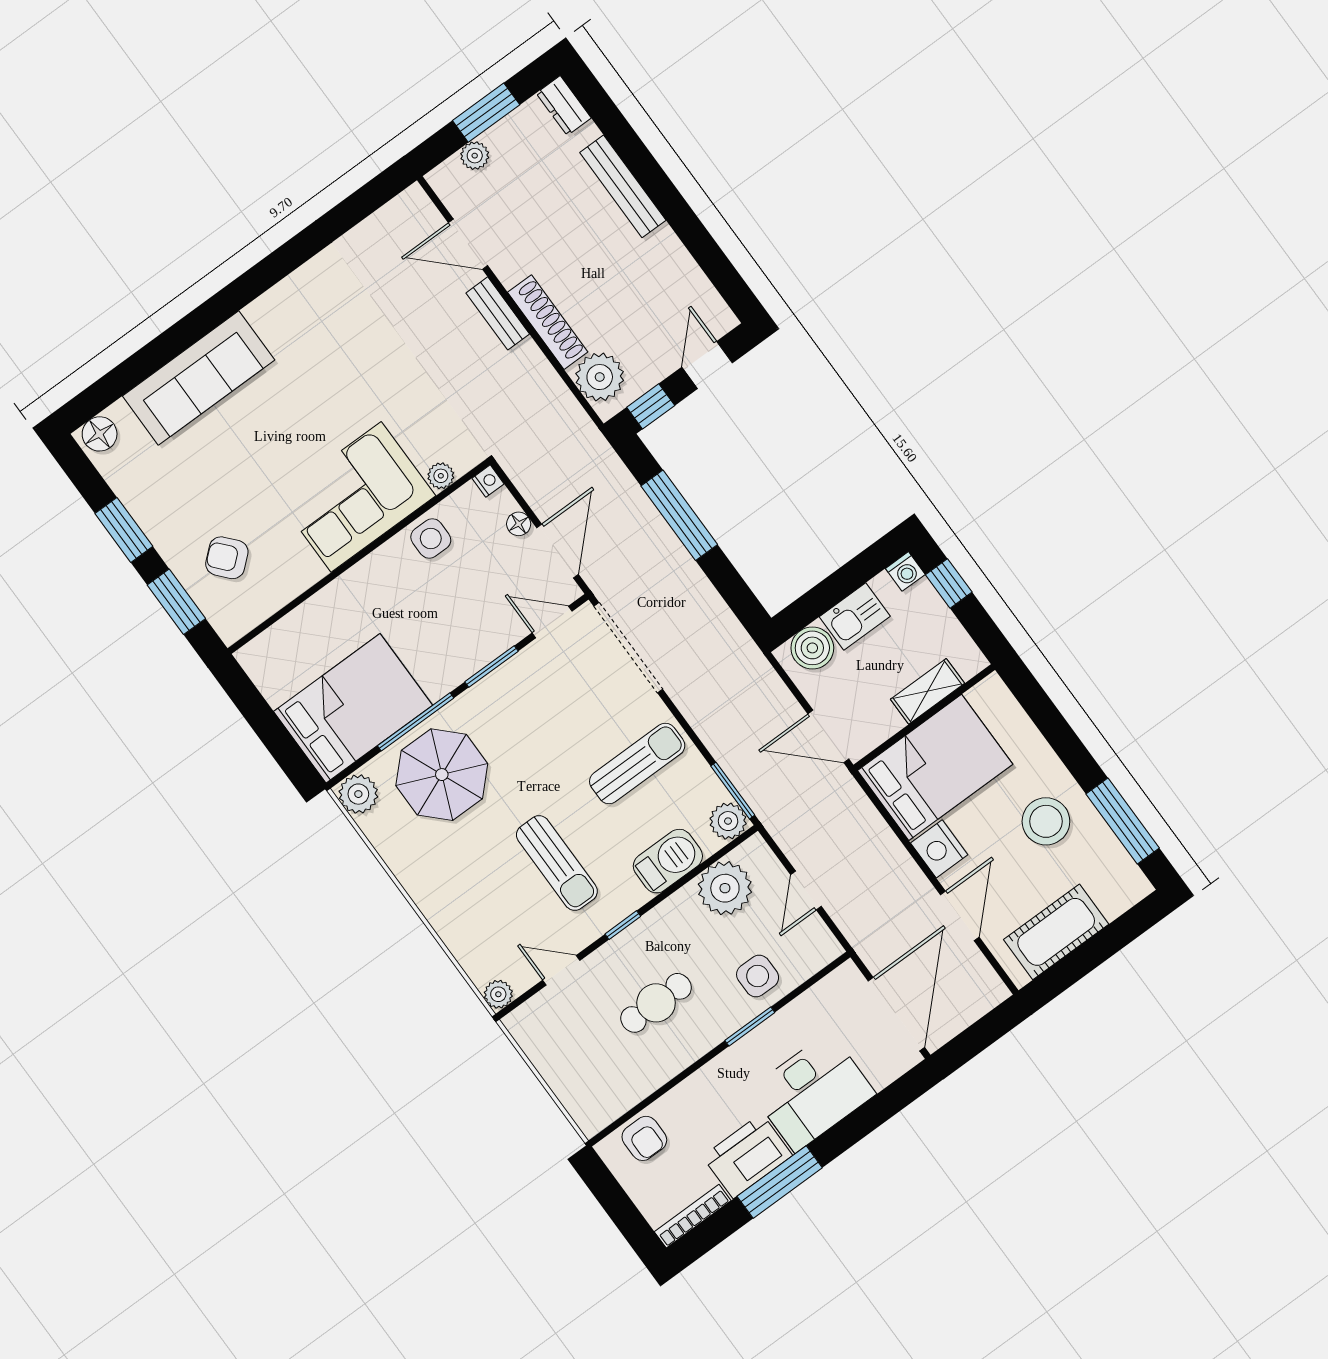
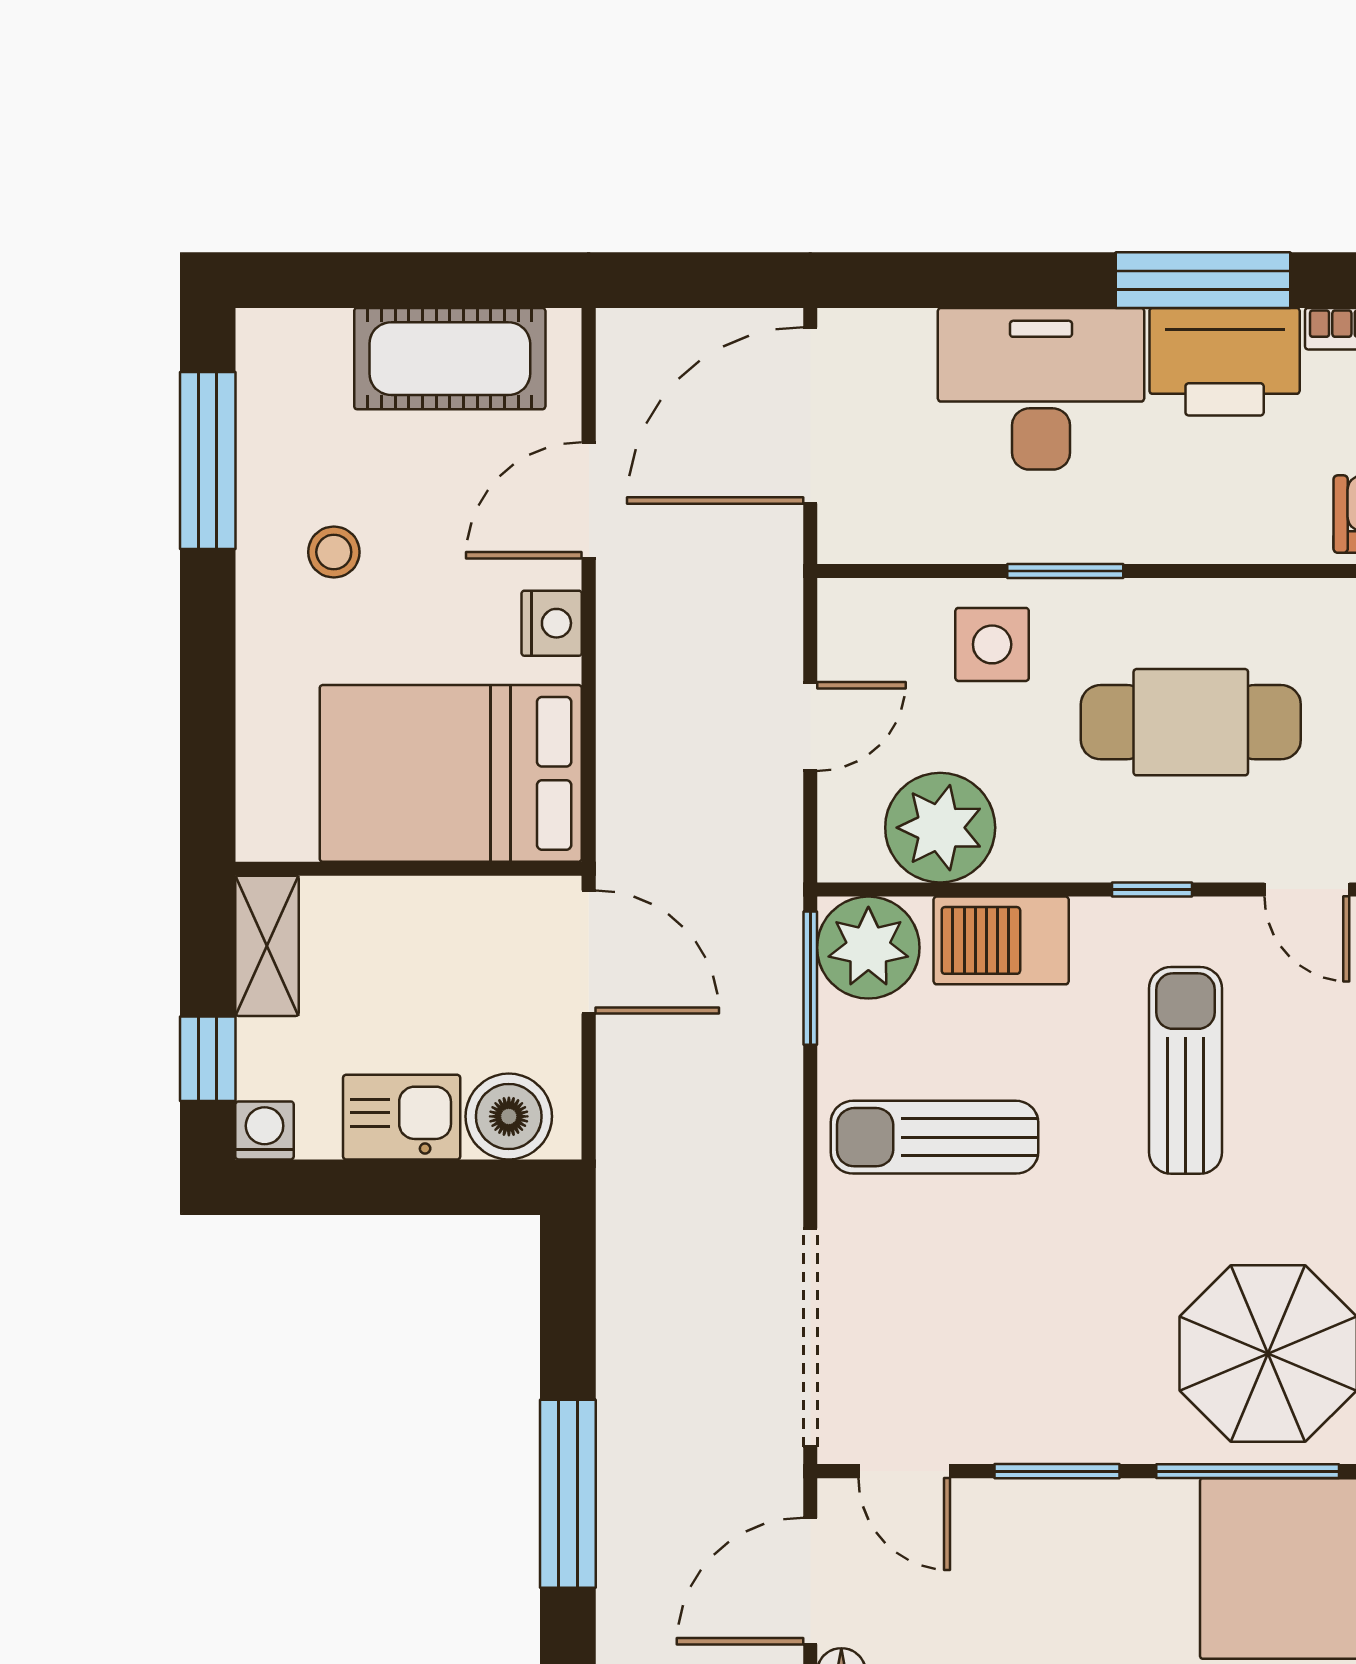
shelving: (927, 691) -> (267, 946), moved, turned 90
plant: (728, 821) -> (868, 948), width x1.36, depth x1.36
stool: (1046, 821) -> (334, 552), width x0.53, depth x0.53
nightstand: (939, 849) -> (552, 623), width x0.74, depth x0.75
cafe table: (656, 1003) -> (1191, 722), width x1.37, depth x1.35

